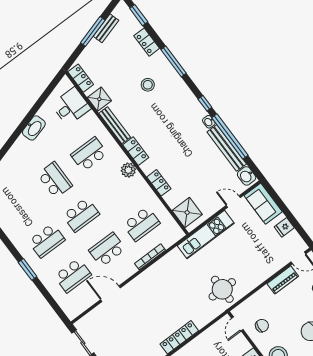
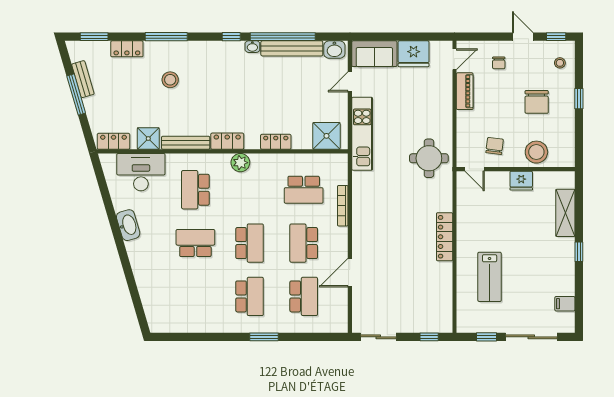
desk: (71, 106) -> (141, 172), width x1.37
school desk: (141, 224) -> (304, 190), turned 90
fridge: (284, 227) -> (414, 54), width x1.88, depth x1.34

